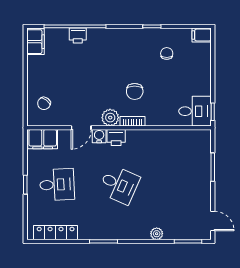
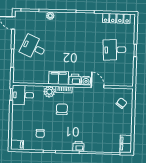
printer: (78, 35) -> (78, 146), moved
plant: (110, 118) -> (49, 92), moved
door: (81, 128) -> (98, 86), hinge flipped
filing cabinet: (43, 139) -> (59, 78), moved
desk: (119, 185) -> (33, 47), moved

